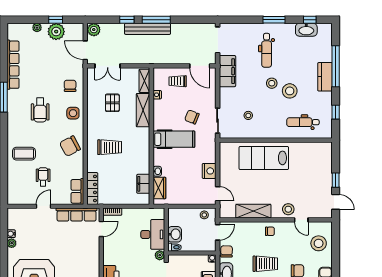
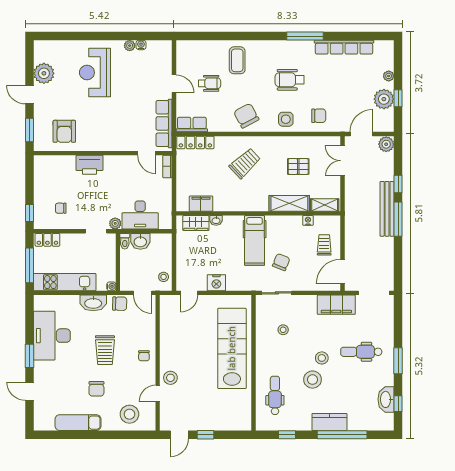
trolley: (110, 147) -> (245, 163), turned -133
lab bench: (264, 158) -> (232, 348), width x1.36
shelving: (253, 211) -> (168, 336), removed

